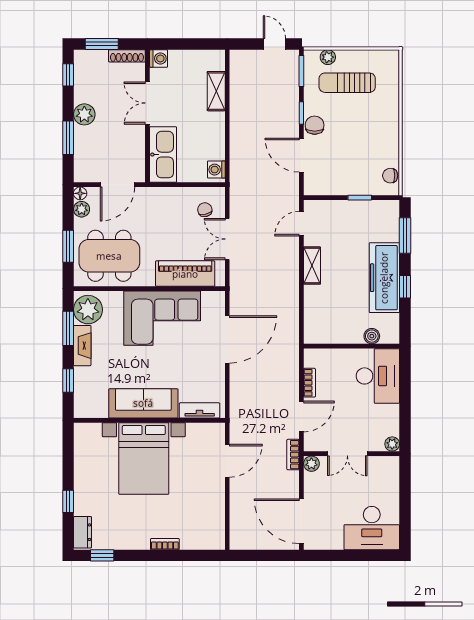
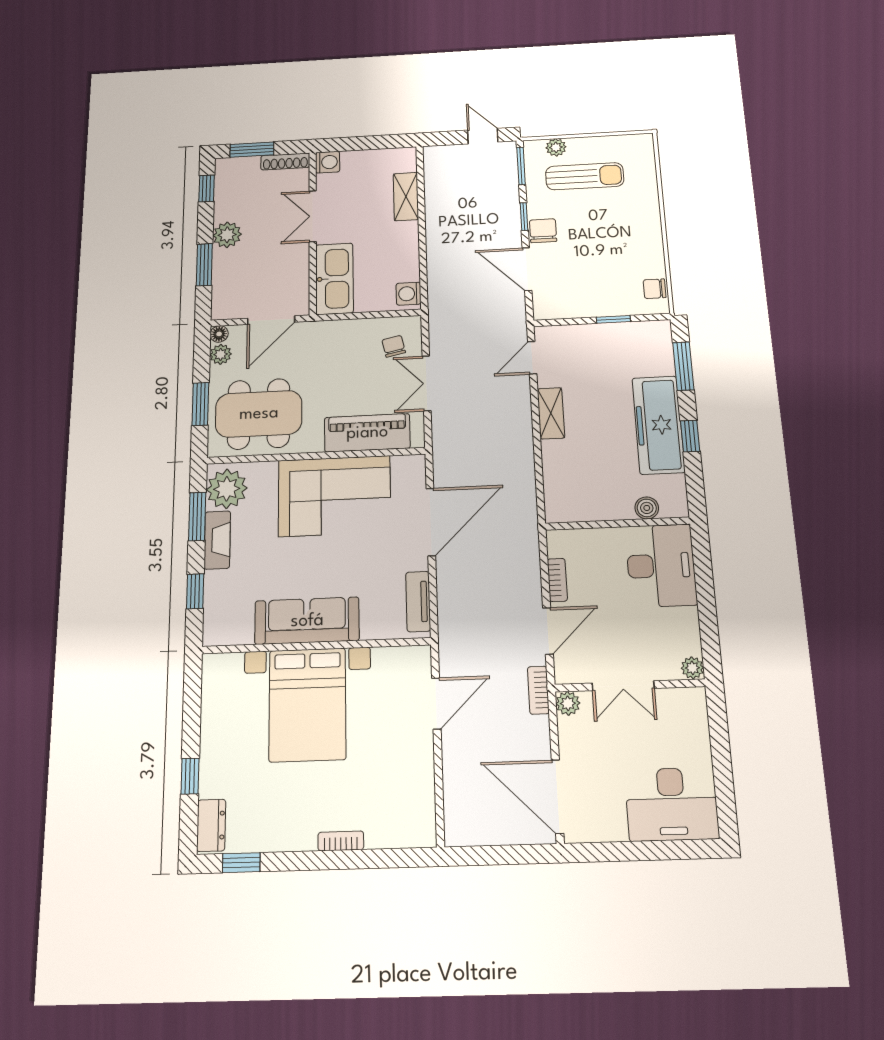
sun lounger: (347, 83) -> (585, 176), turned 180
tv unit: (200, 410) -> (418, 602), moved, turned -90

